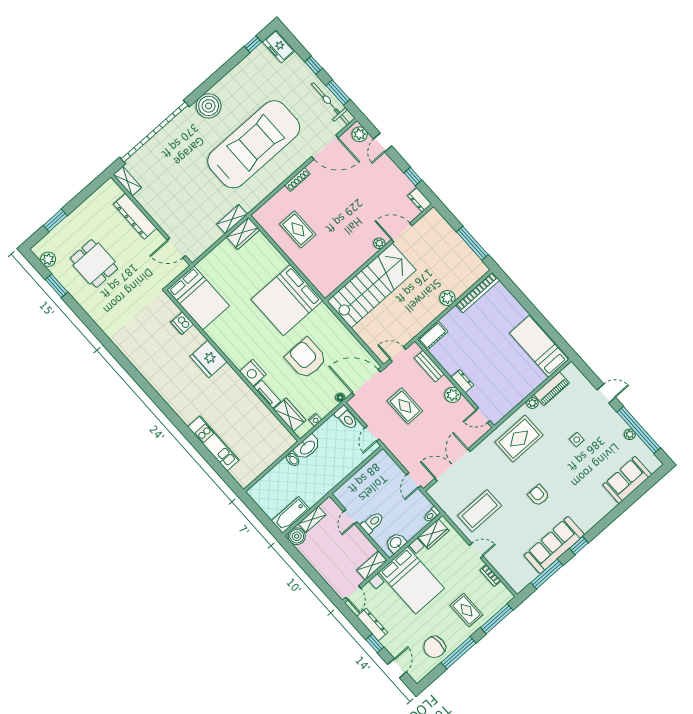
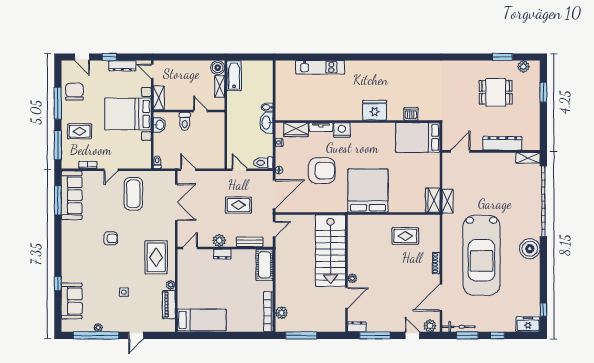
bicycle: (331, 104) -> (458, 327), width x0.73, depth x0.71
window: (413, 176) -> (375, 335), width x2.17
plant: (447, 298) -> (281, 313), moved
cot: (433, 335) -> (265, 265), width x1.37, depth x1.34
wardrobe: (433, 534) -> (144, 153), removed
sofa: (554, 545) -> (72, 195), moved
window: (579, 546) -> (58, 284), moved

